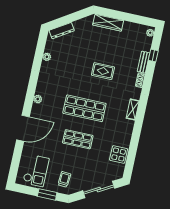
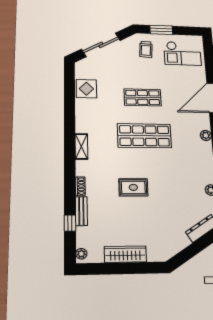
wardrobe: (108, 23) -> (125, 254), moved
checkout: (36, 171) -> (182, 53), turned -90

